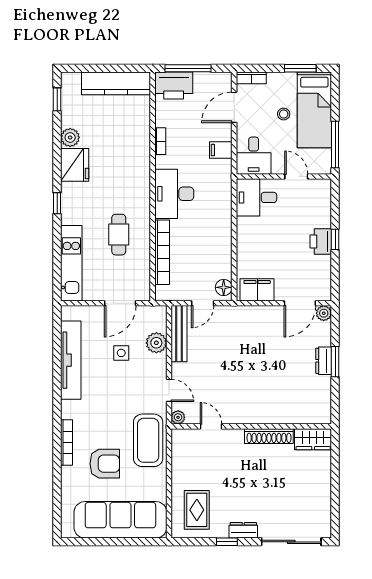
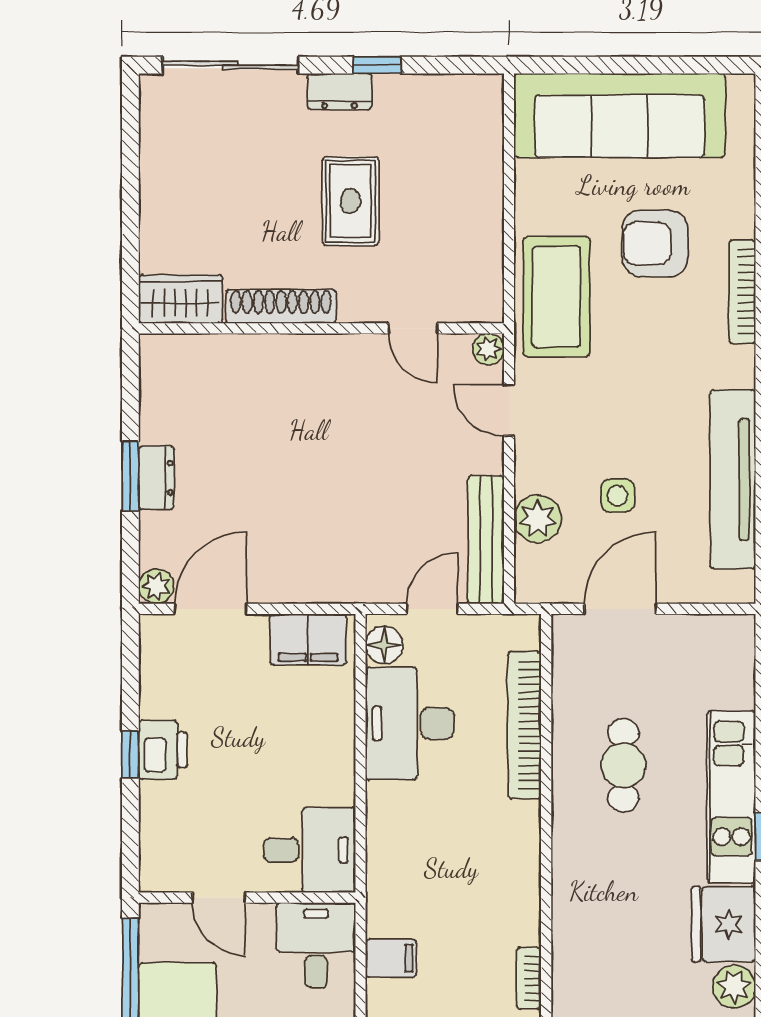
desk: (174, 194) -> (410, 723), moved, turned 180
kitchen unit: (71, 263) -> (731, 797), moved
rug: (197, 510) -> (351, 201), moved

